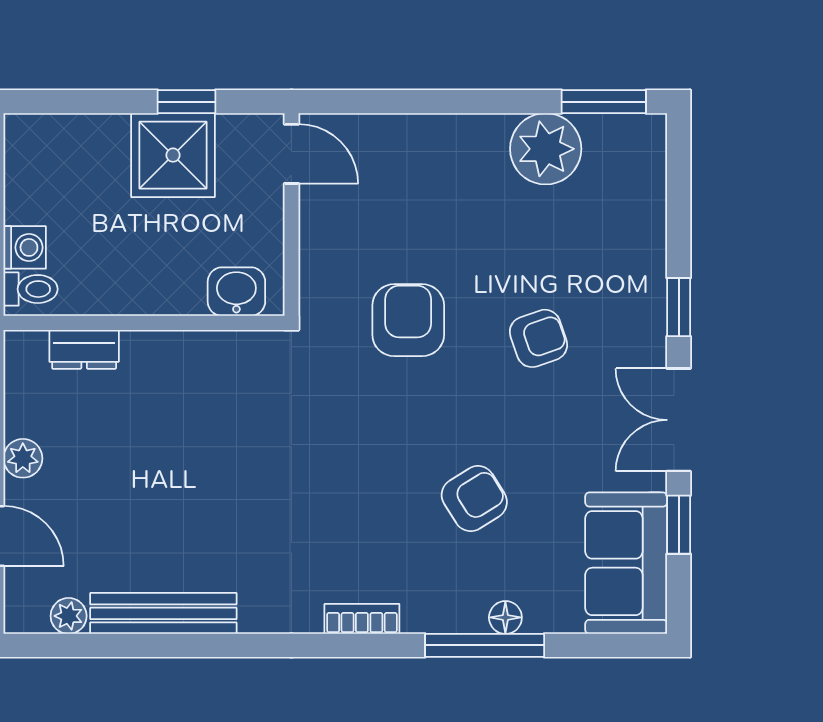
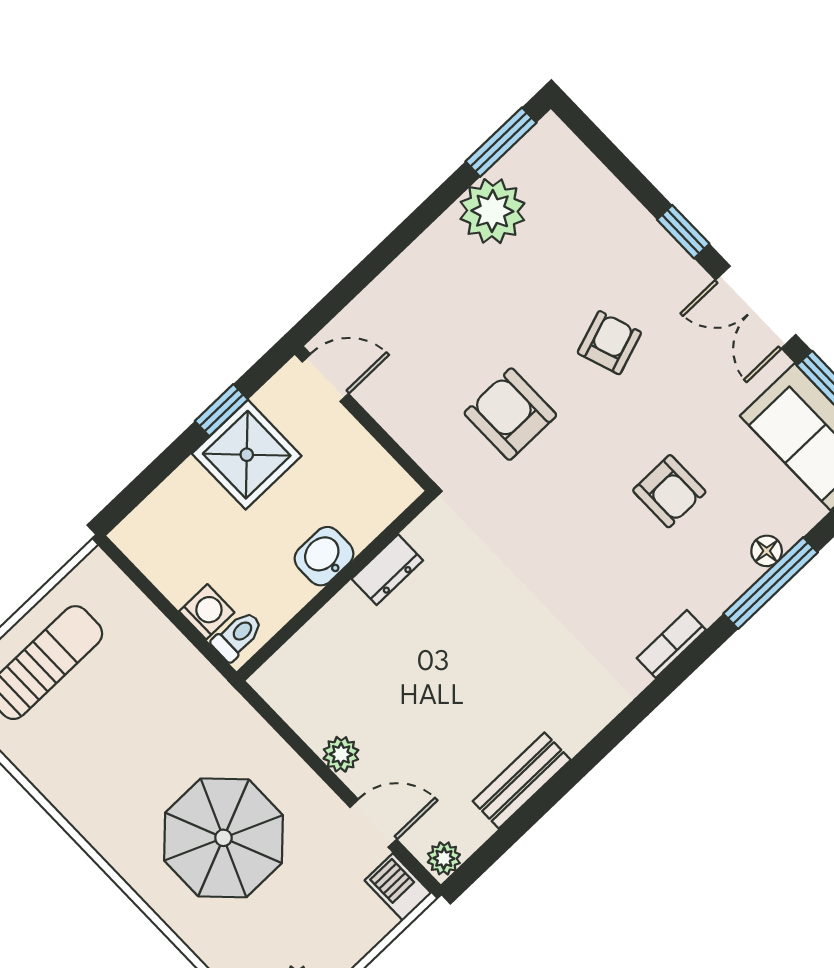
washbasin: (236, 292) -> (324, 556), moved
dresser: (84, 349) -> (387, 570), moved
armchair: (474, 499) -> (669, 491), turned 122
bench: (163, 613) -> (522, 781), width x0.73
plant: (69, 616) -> (444, 858), moved

